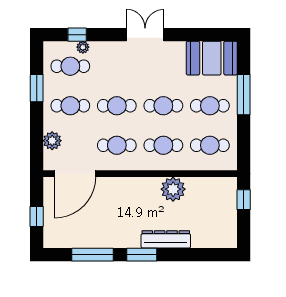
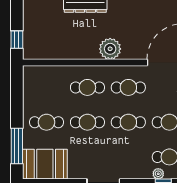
window: (244, 95) -> (17, 146), moved
cafe table: (210, 145) -> (47, 87), removed
plant: (173, 189) -> (110, 49), moved

